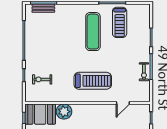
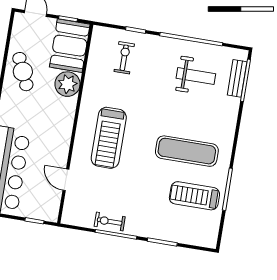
weight bench: (46, 34) -> (196, 76), added

